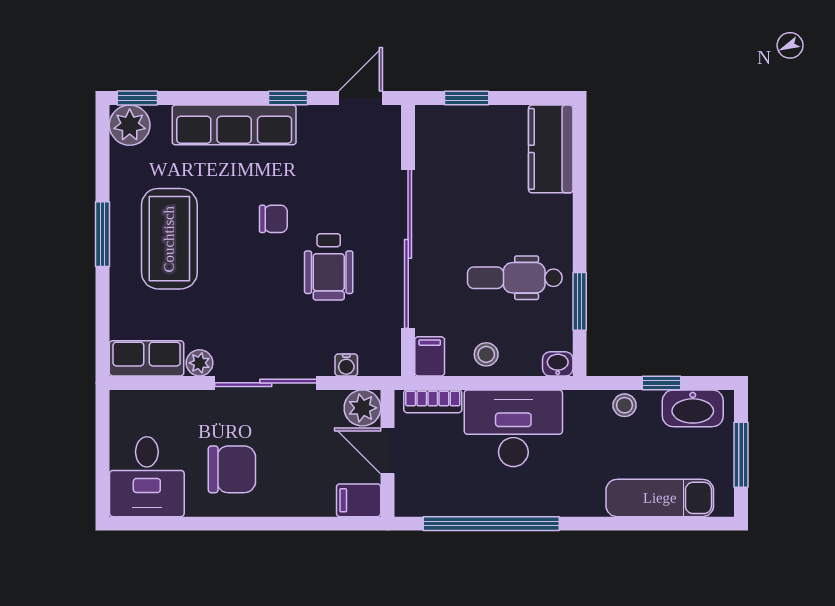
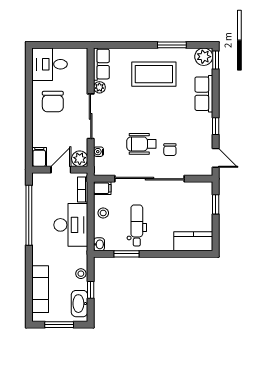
row of seats: (234, 125) -> (204, 94), width x0.68
chair: (273, 219) -> (170, 150), moved
window: (103, 234) -> (172, 45), moved

